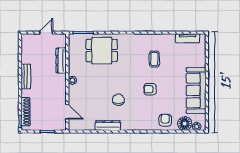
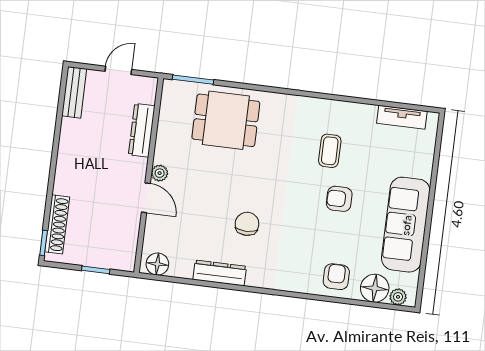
bench: (26, 76) -> (74, 92), moved
armchair: (150, 89) -> (339, 199), moved
door: (67, 112) -> (146, 198), moved
floor lamp: (77, 125) -> (157, 264), added

